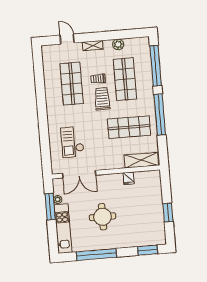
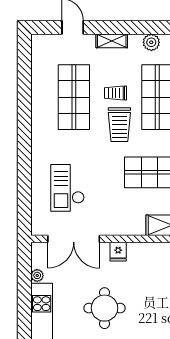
trolley: (102, 99) -> (119, 125), turned 180
fridge: (129, 178) -> (118, 252), moved
window: (50, 207) -> (24, 285), removed

